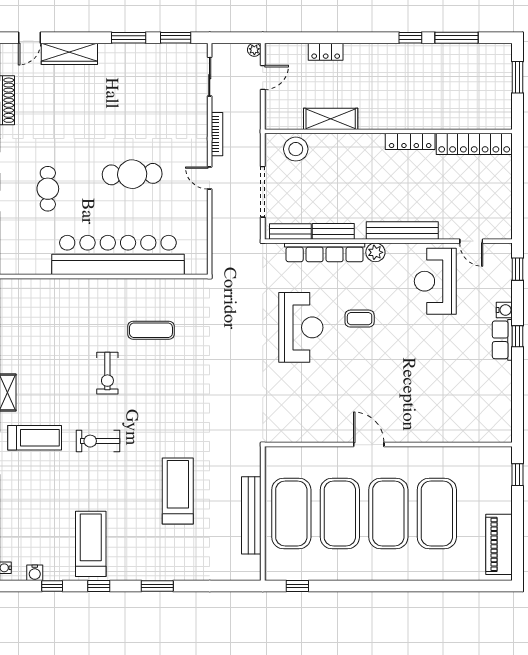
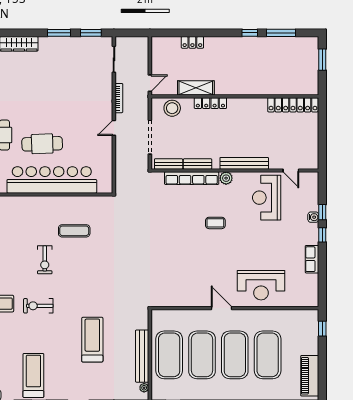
plant: (254, 50) -> (144, 388), moved
door: (263, 77) -> (150, 83), moved
locker: (410, 141) -> (210, 103), moved
cafe table: (132, 174) -> (42, 144), moved
door: (210, 178) -> (114, 128), hinge flipped
window: (517, 269) -> (322, 212), moved
reception desk: (301, 327) -> (261, 285), moved, turned 90
row of seats: (502, 340) -> (312, 259), moved

